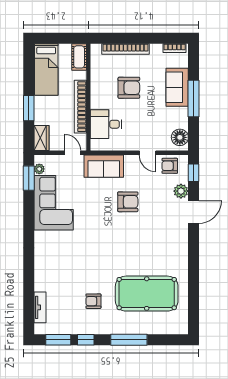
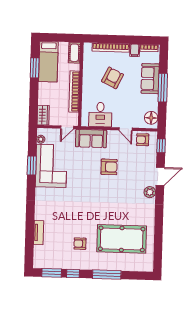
filing cabinet: (156, 52) -> (135, 50), added
armchair: (129, 88) -> (113, 78), turned -64
window: (29, 108) -> (35, 68), moved
desk: (106, 124) -> (100, 115), moved, turned -90
door: (73, 153) -> (67, 127), swing flipped
window: (29, 178) -> (32, 165), moved
plant: (181, 191) -> (150, 192), moved
tv unit: (40, 307) -> (39, 233), moved

